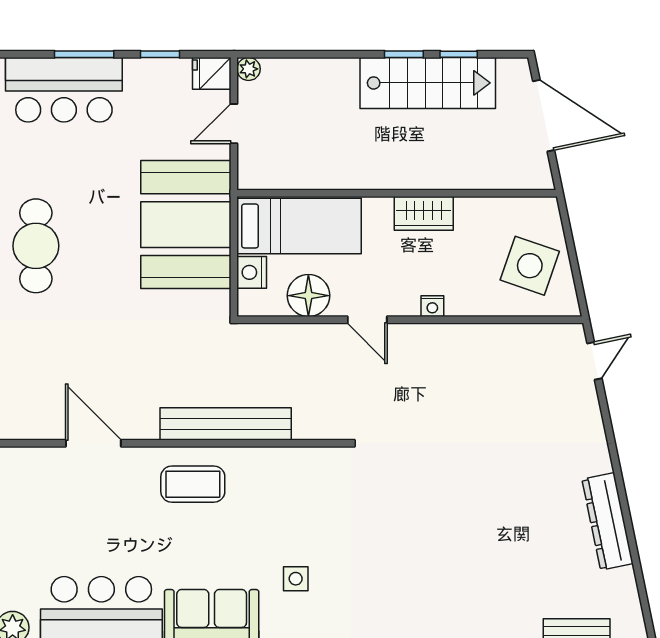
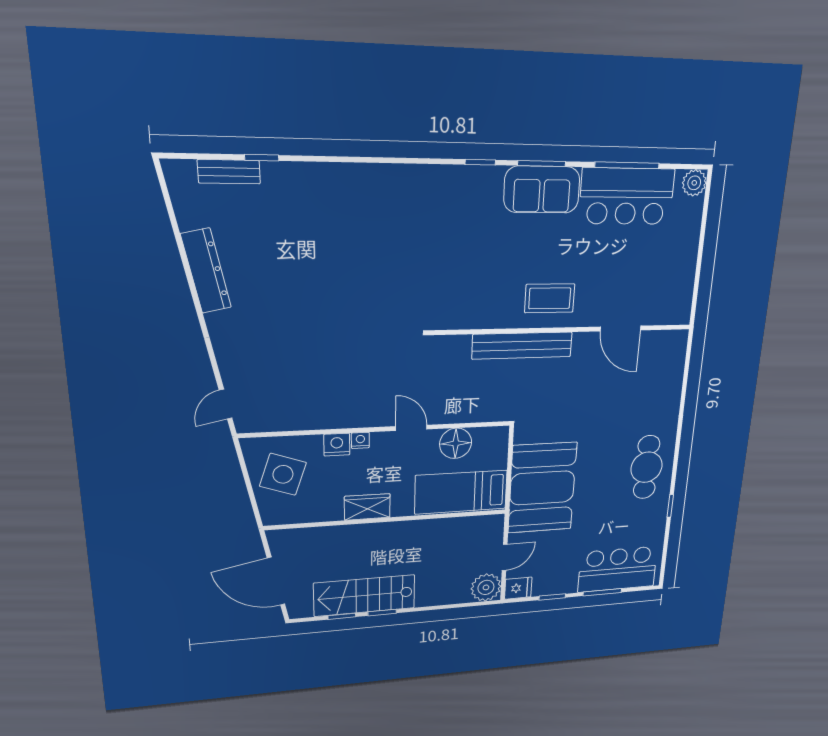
plant: (249, 69) -> (486, 587), width x1.88, depth x1.88
nightstand: (252, 272) -> (337, 445), moved, turned -90
side table: (296, 579) -> (473, 221), removed

